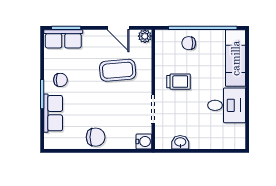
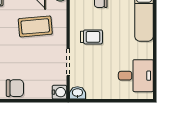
desk: (227, 105) -> (136, 76), moved
washbasin: (180, 142) -> (77, 93), moved

